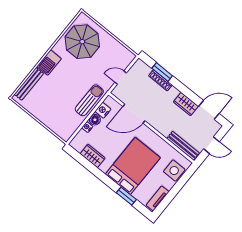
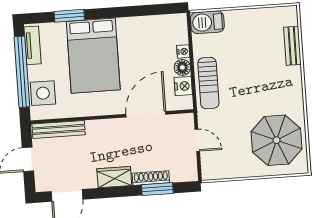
barbecue: (49, 63) -> (207, 22), moved, turned -90
door: (121, 78) -> (197, 140), hinge flipped
bench: (29, 84) -> (292, 46), width x0.73
wardrobe: (186, 104) -> (114, 177), moved
wardrobe: (93, 156) -> (148, 25), removed
window: (175, 190) -> (22, 72), added

